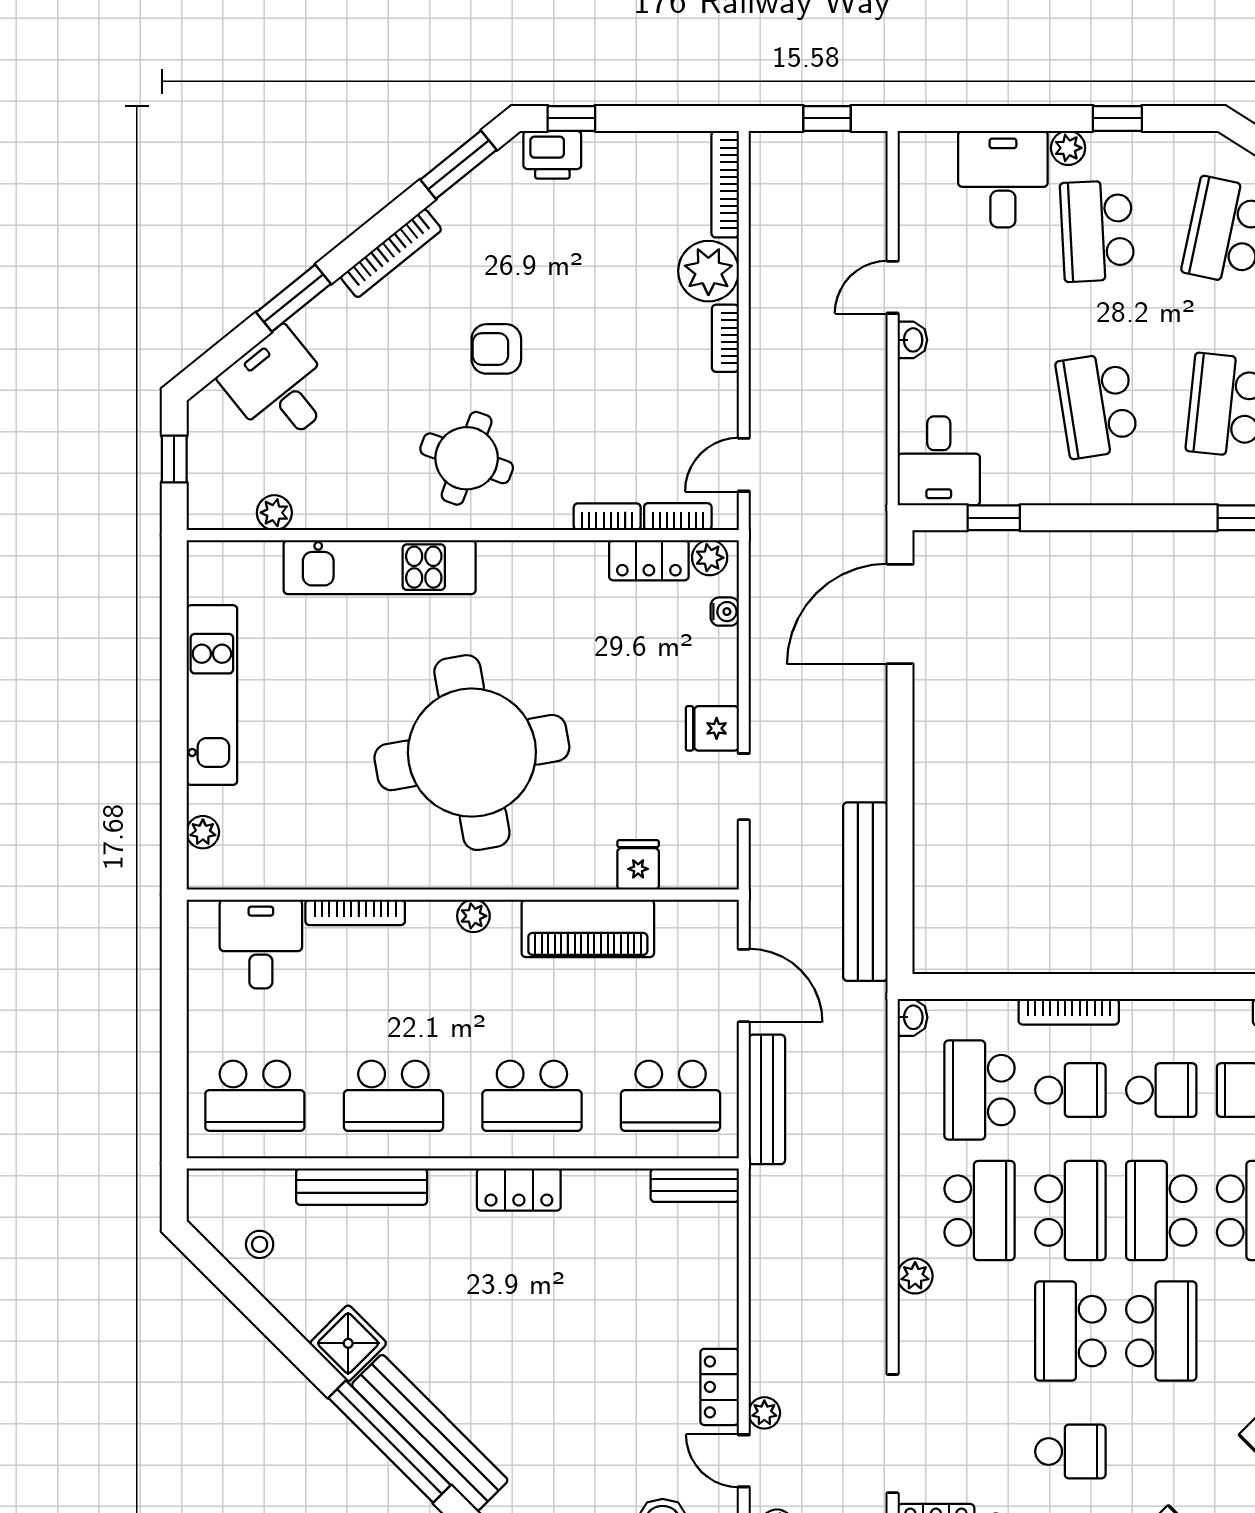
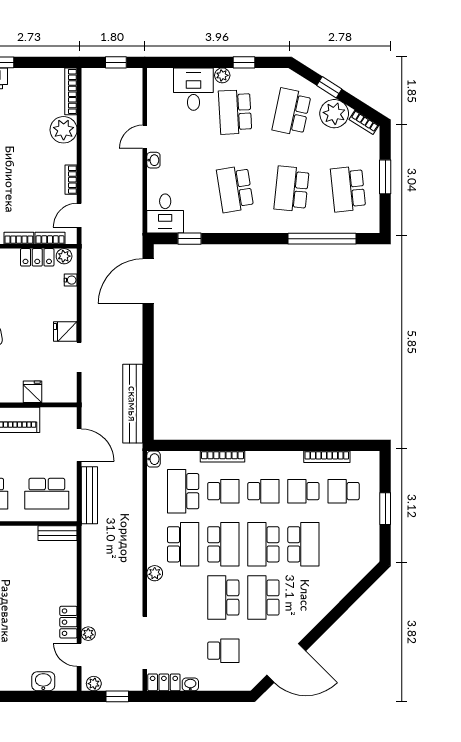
bookcase: (725, 338) -> (71, 180), moved
school desk: (1161, 1331) -> (263, 597), turned 180

